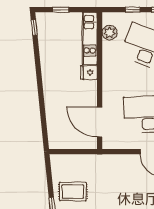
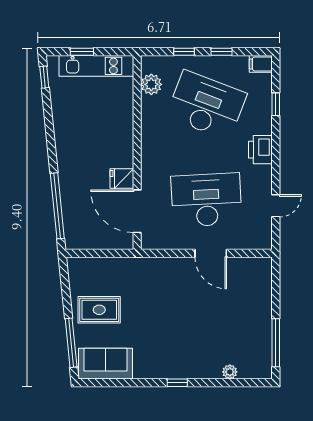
kitchen unit: (90, 38) -> (96, 66), moved, turned -90
fridge: (89, 73) -> (122, 179), moved
window: (43, 118) -> (57, 206), added

